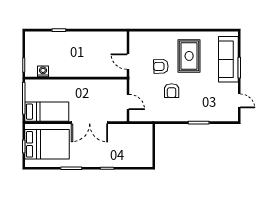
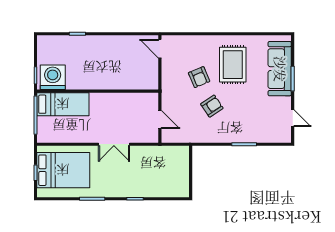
door: (128, 62) -> (160, 49), moved
armchair: (161, 66) -> (199, 77), turned -111
washing machine: (43, 71) -> (53, 77), width x1.89, depth x1.89
armchair: (172, 91) -> (212, 106), turned -124
bed: (47, 112) -> (63, 104), moved
double door: (90, 123) -> (114, 144), width x0.73

